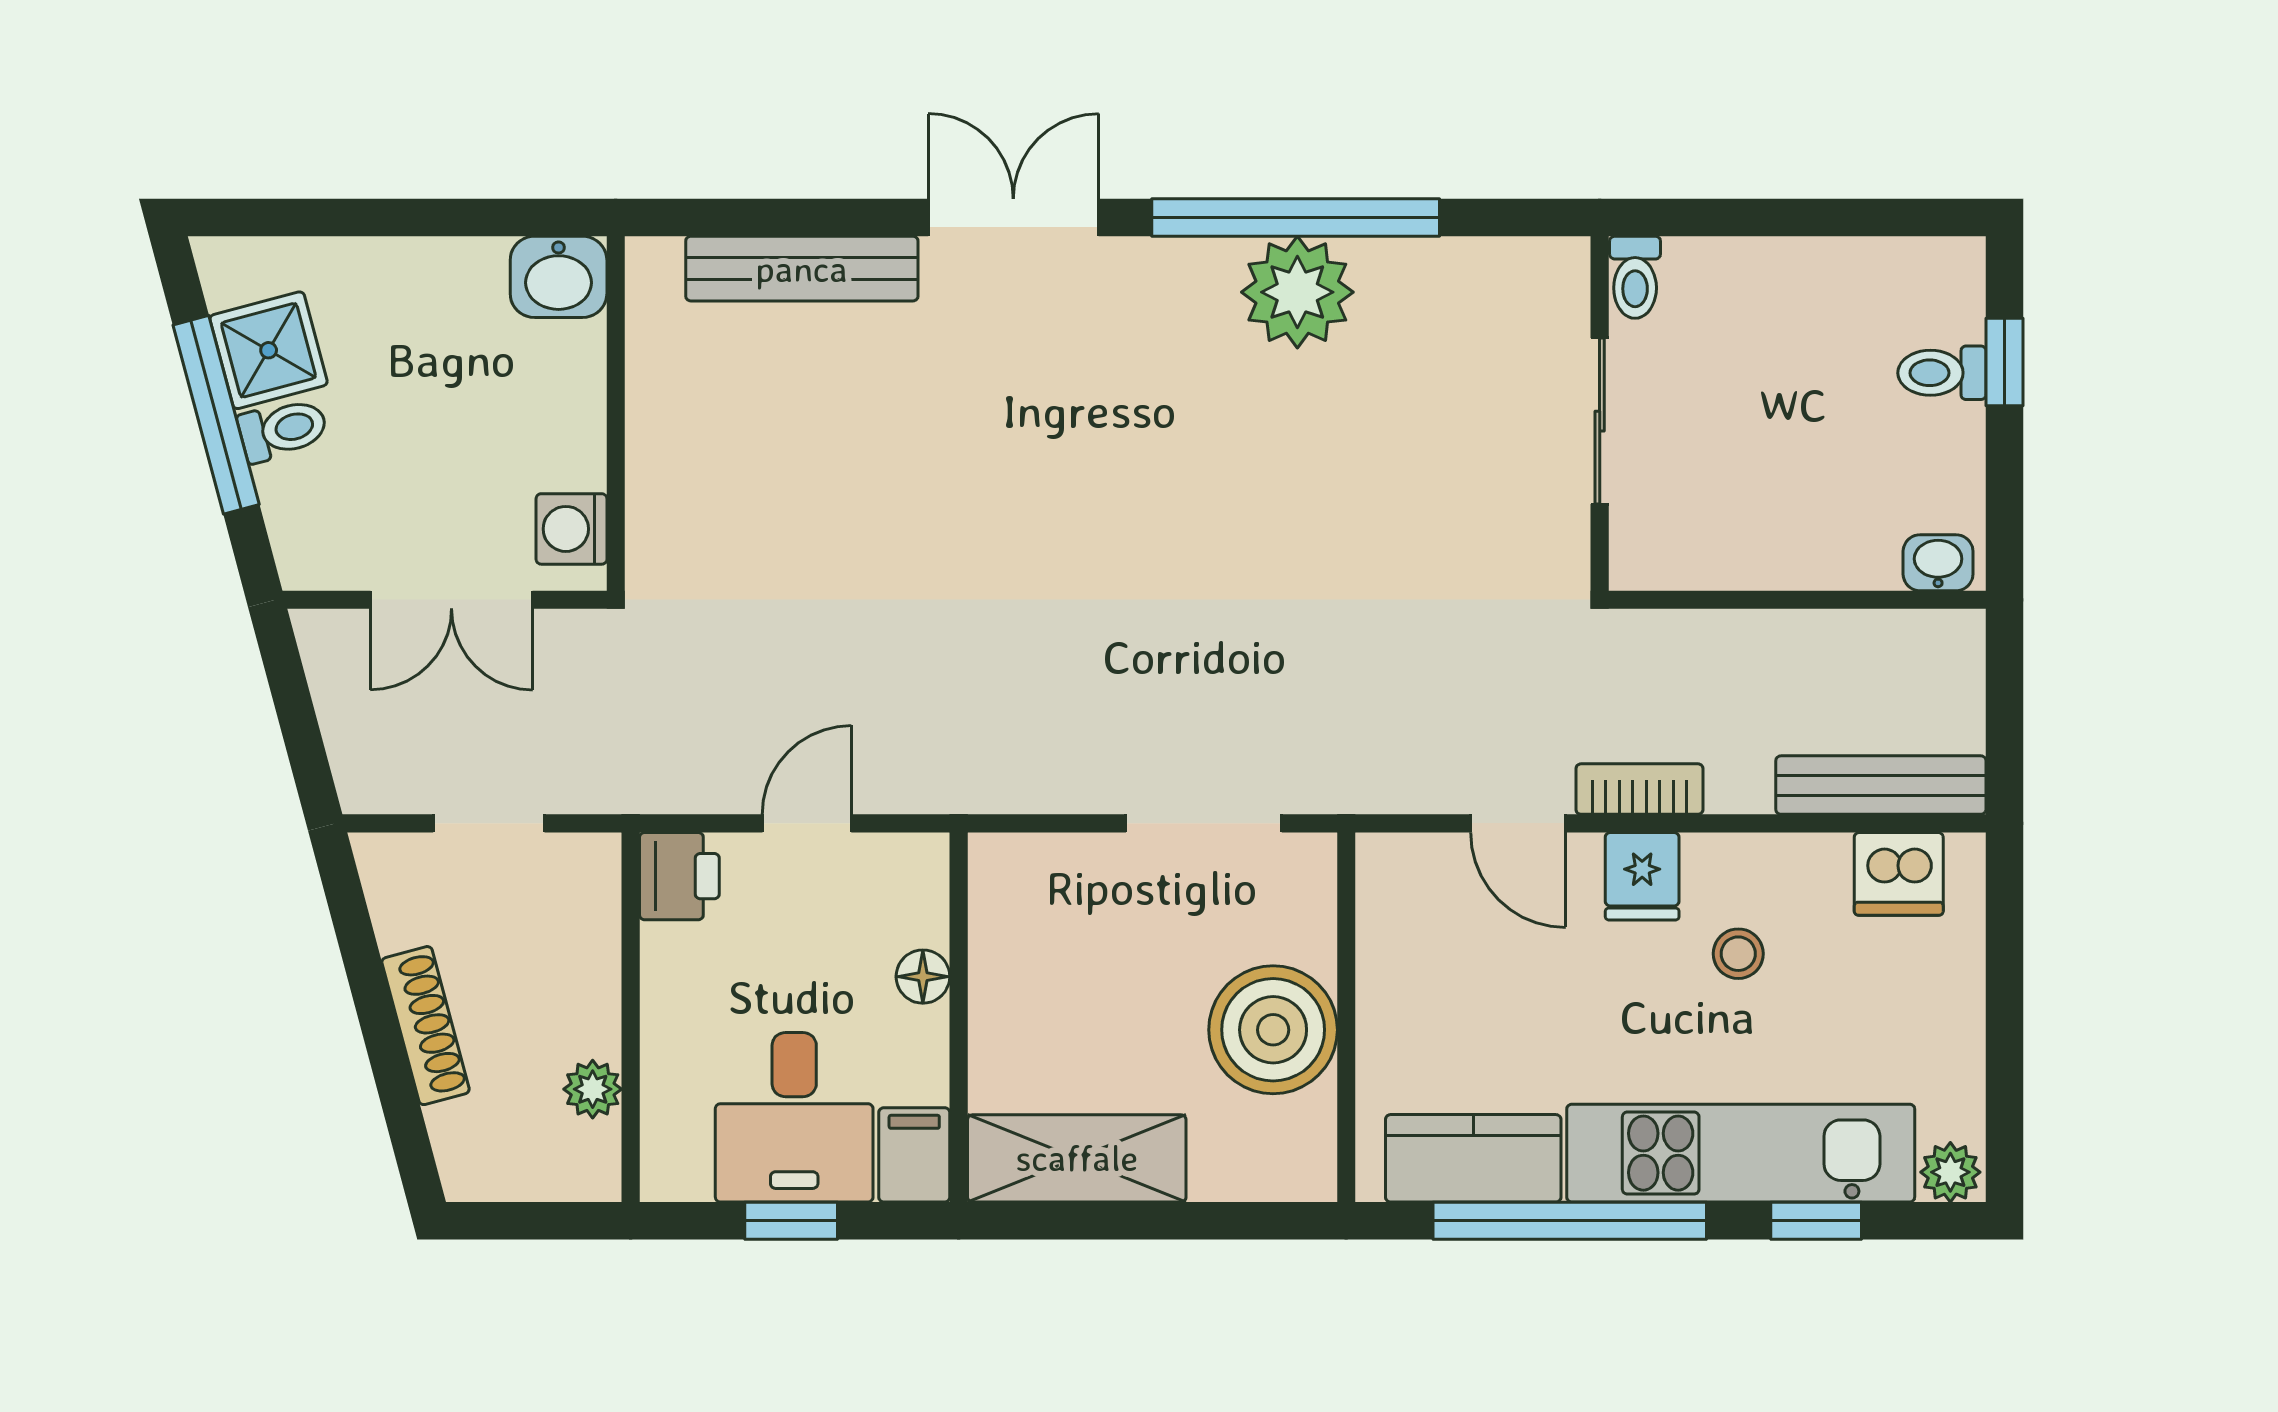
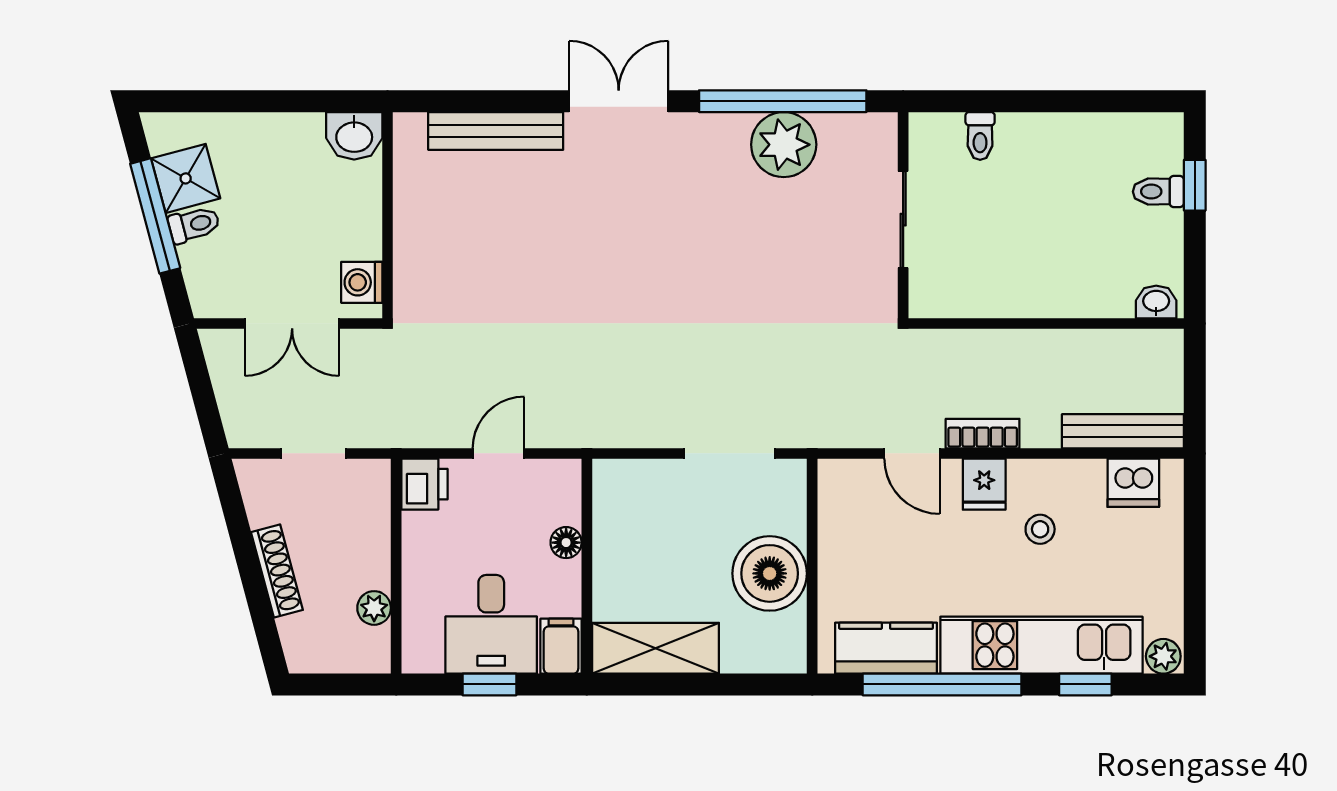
wall: (1600, 413) -> (903, 215), moved
sliding door: (1600, 421) -> (903, 220), moved

